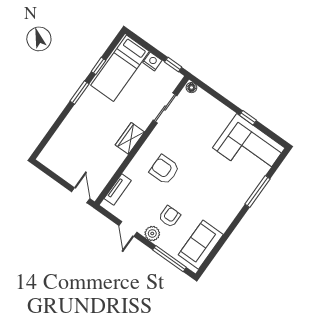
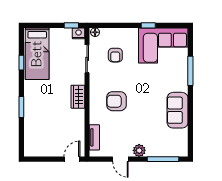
nightstand: (152, 61) -> (79, 33), moved
window: (80, 92) -> (21, 107), moved
door: (81, 195) -> (72, 159), hinge flipped
armchair: (170, 217) -> (115, 55), moved, turned 180
sofa: (201, 245) -> (178, 110), moved

